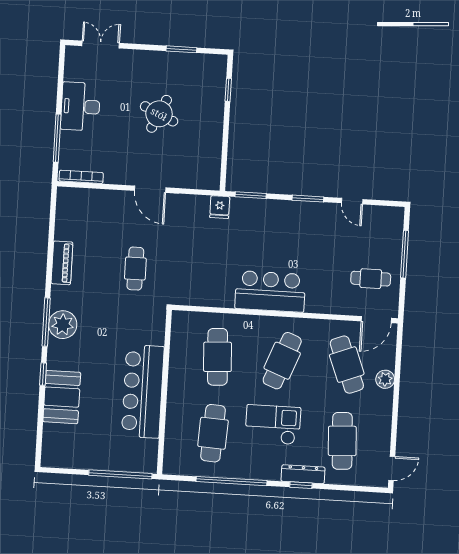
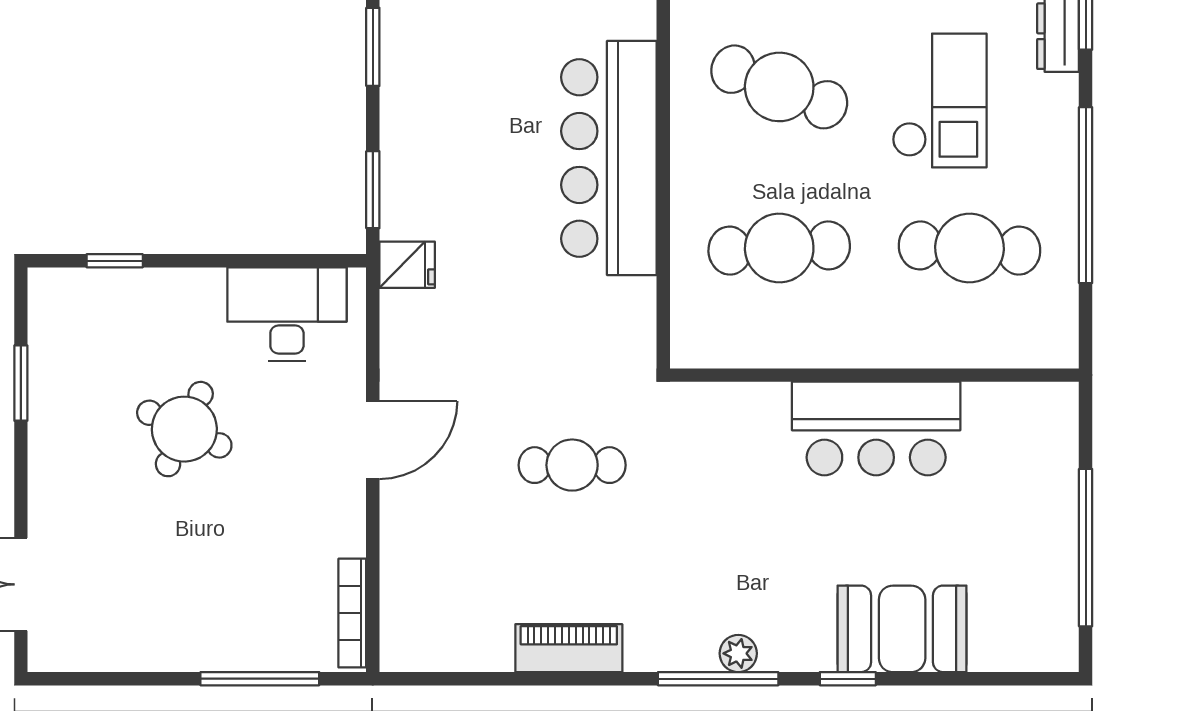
desk: (80, 106) -> (287, 314), moved, turned 180
bar counter: (270, 291) -> (609, 158), width x1.36
plant: (63, 325) -> (738, 653), width x0.53, depth x0.53
bar counter: (143, 391) -> (876, 428), width x0.73
checkout: (273, 425) -> (940, 100), turned 180
window: (120, 474) -> (1086, 548), moved

